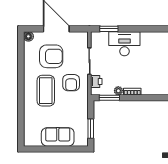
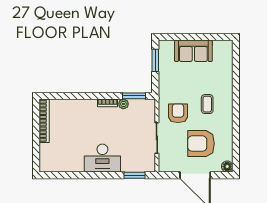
desk: (124, 44) -> (102, 158), moved
printer: (96, 81) -> (149, 115), removed
coffee table: (46, 91) -> (207, 104), width x0.54, depth x0.58

